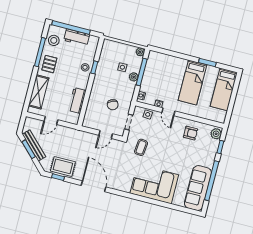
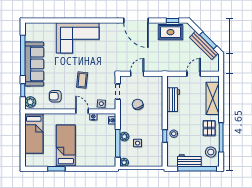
bed: (224, 89) -> (34, 133), moved, turned 180
coffee table: (141, 147) -> (82, 80), moved
sofa: (198, 188) -> (34, 64), moved

